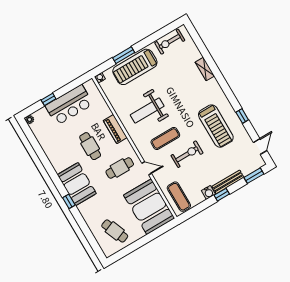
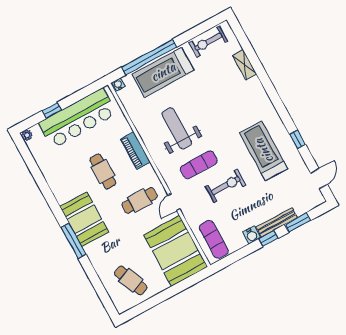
window: (124, 55) -> (149, 57), width x2.11
shelving: (205, 69) -> (245, 65), moved
bar counter: (69, 105) -> (78, 118), width x1.36
weight bench: (147, 111) -> (177, 128), turned 90
treadmill: (216, 126) -> (264, 151), turned 180
door: (147, 168) -> (174, 202), swing flipped
window: (254, 176) -> (298, 222), moved
window: (69, 201) -> (74, 241), width x2.17

